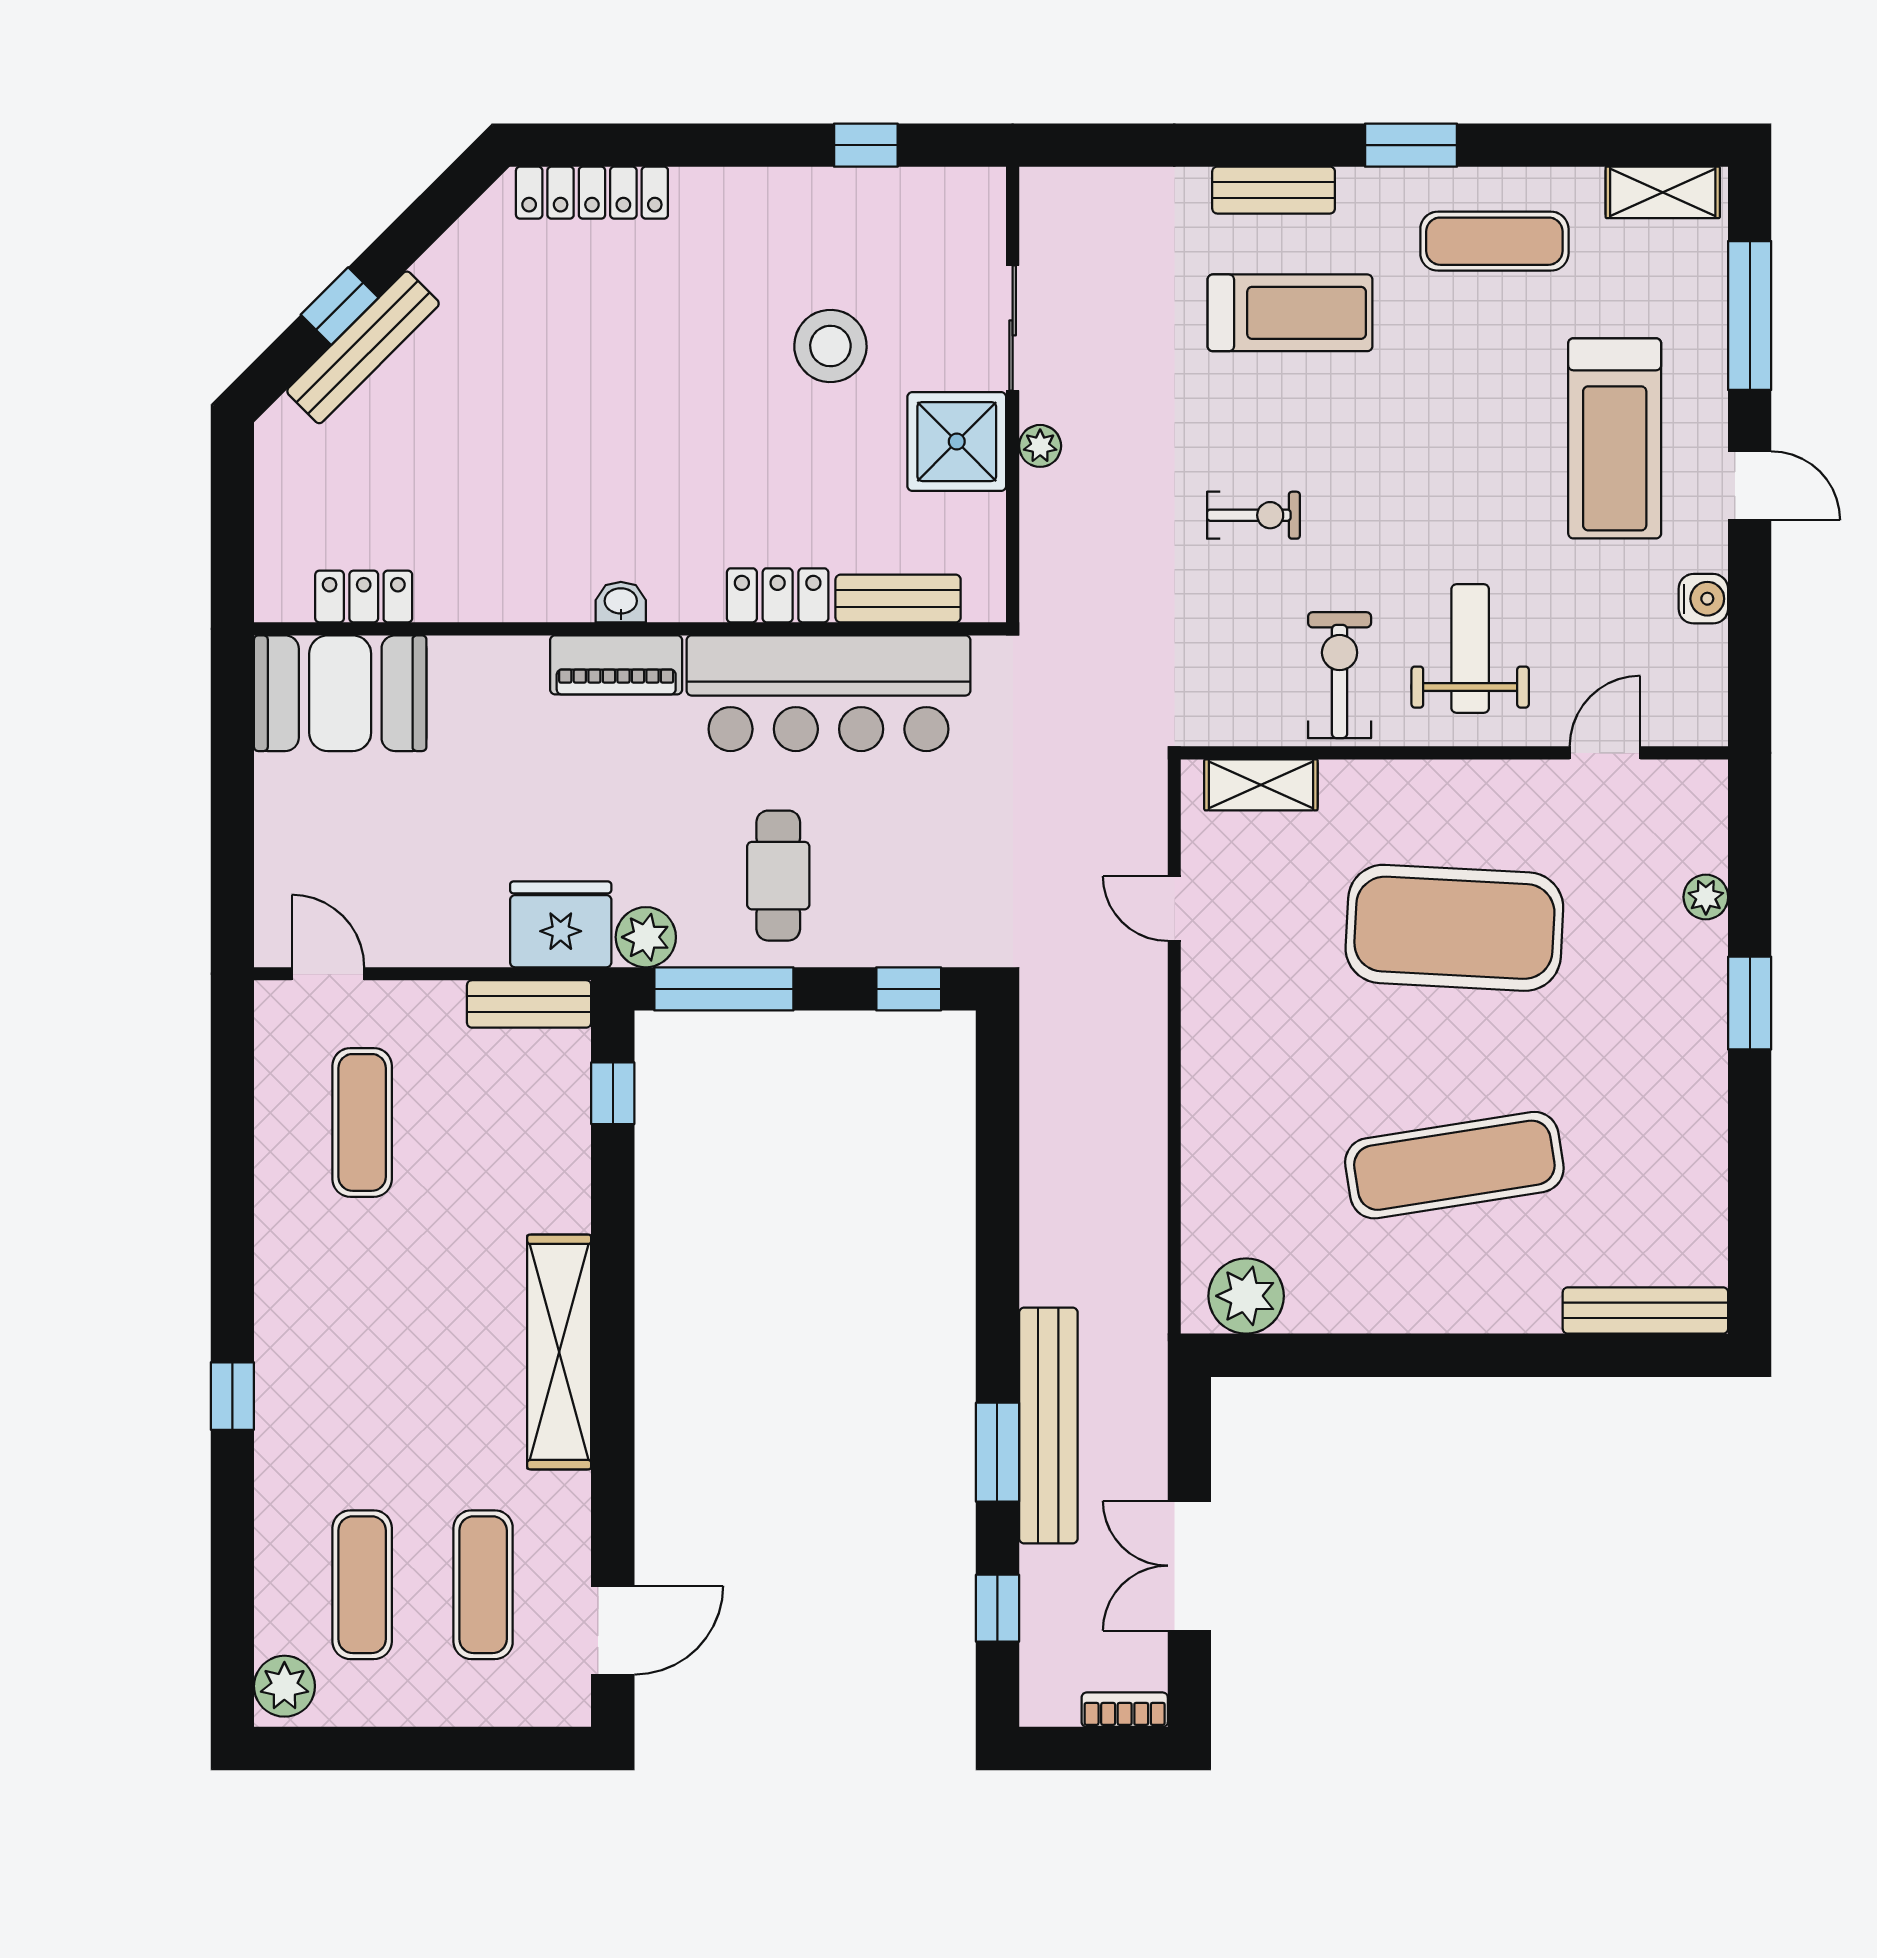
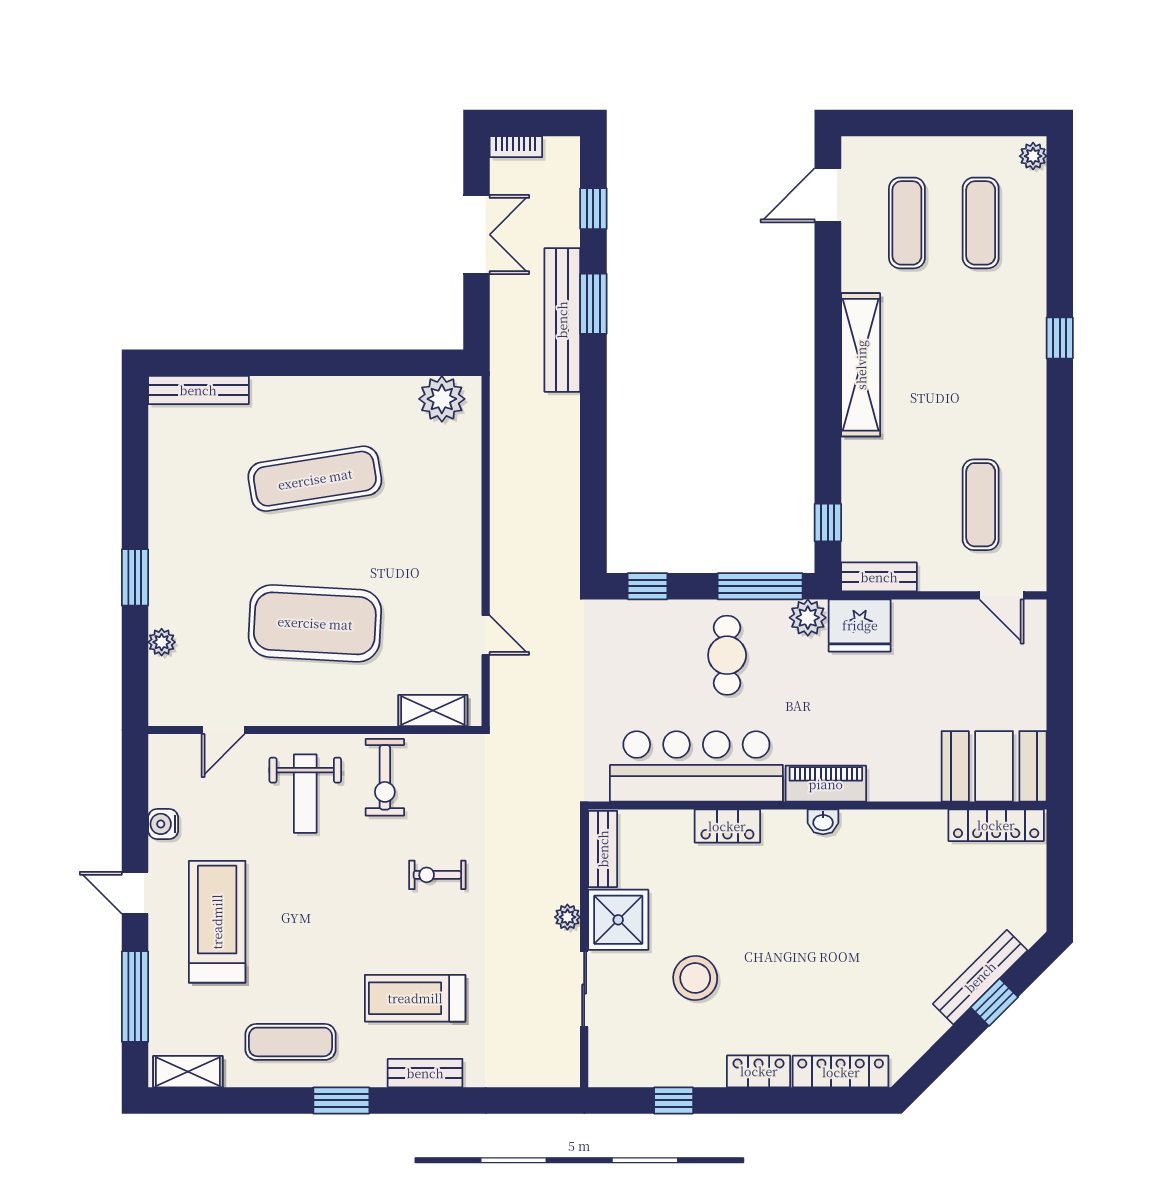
locker: (727, 193) -> (759, 1071), added
locker: (364, 597) -> (996, 825), width x1.53
bench: (898, 599) -> (603, 849), moved, turned 90
plant: (284, 1686) -> (1033, 156), width x0.73, depth x0.73

